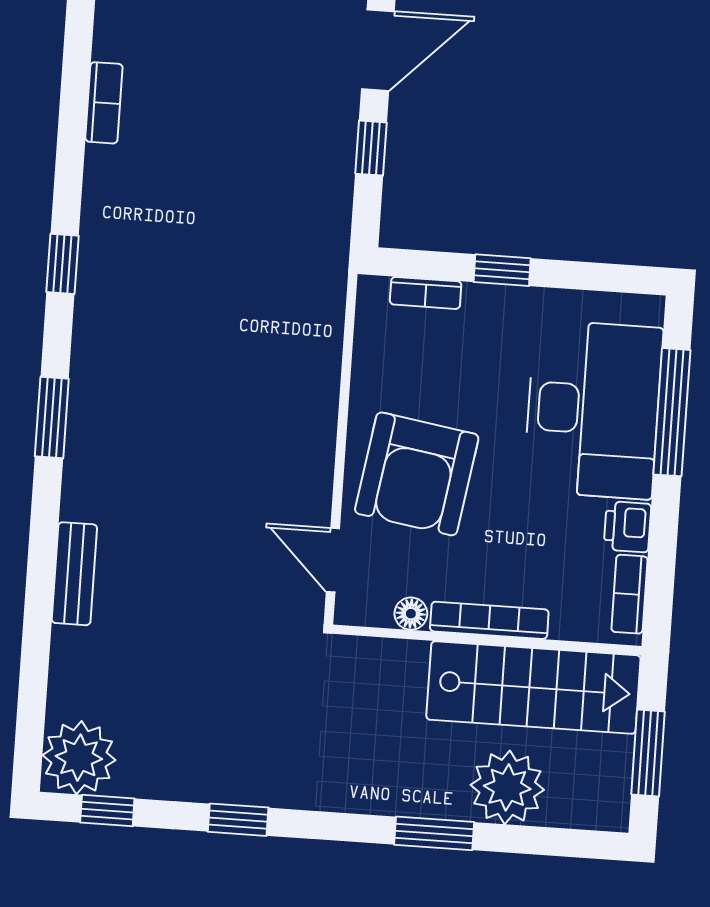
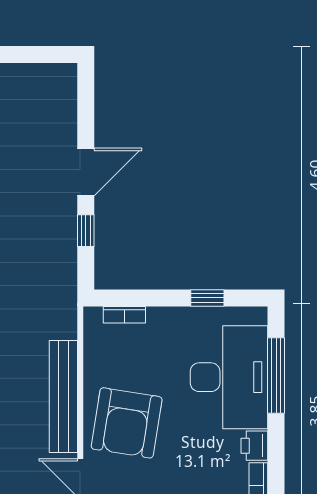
window: (502, 270) -> (207, 298), moved
bench: (314, 422) -> (63, 397), added

